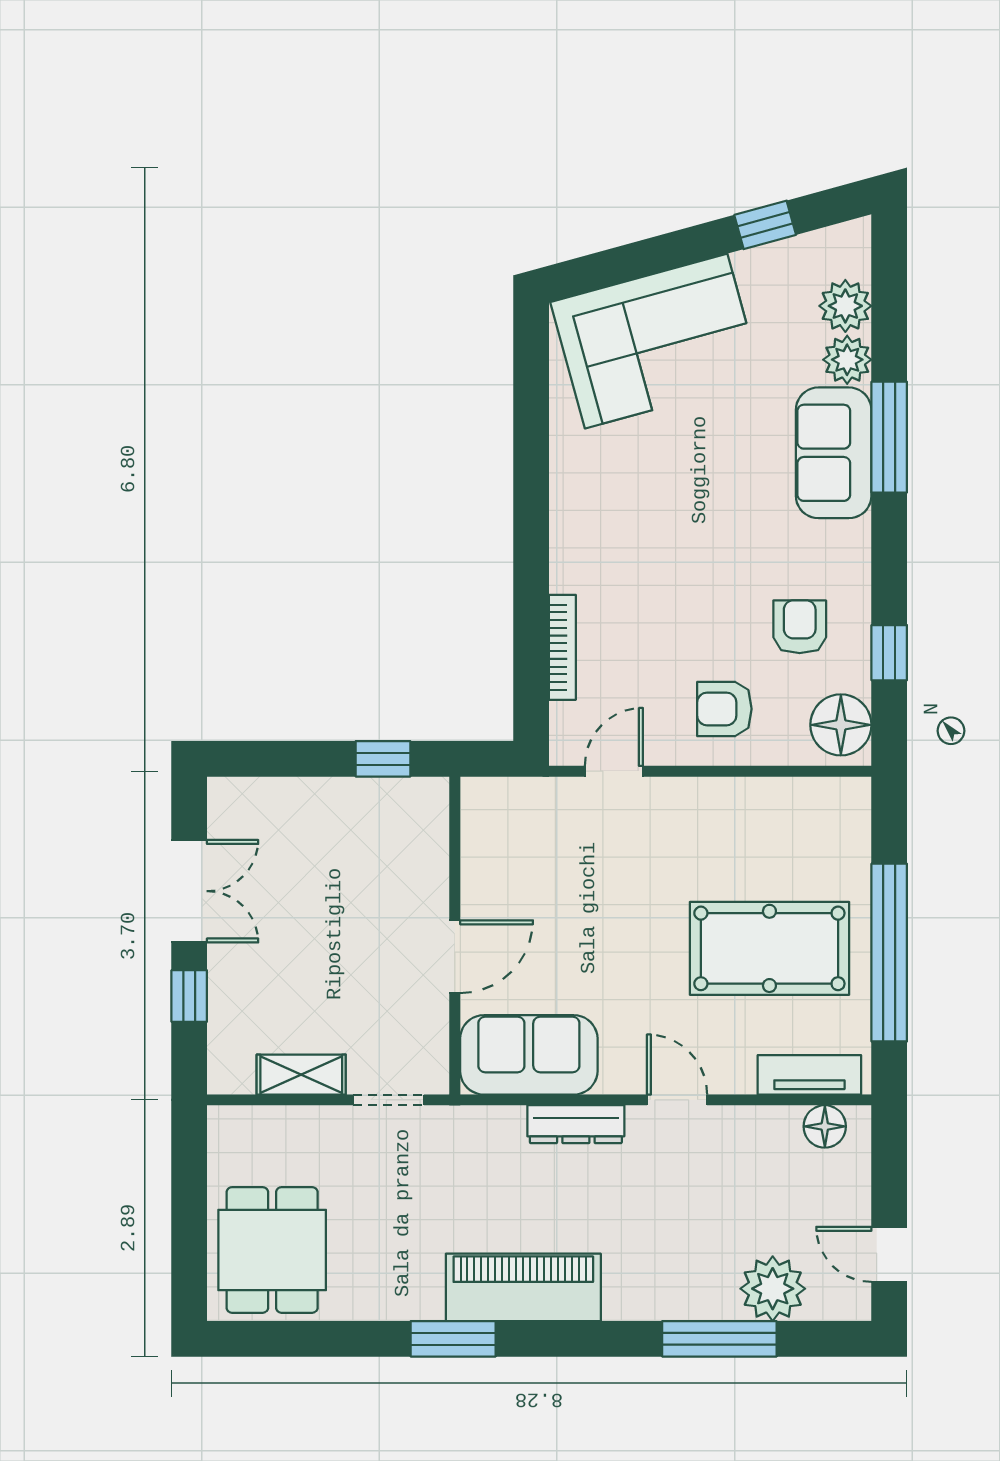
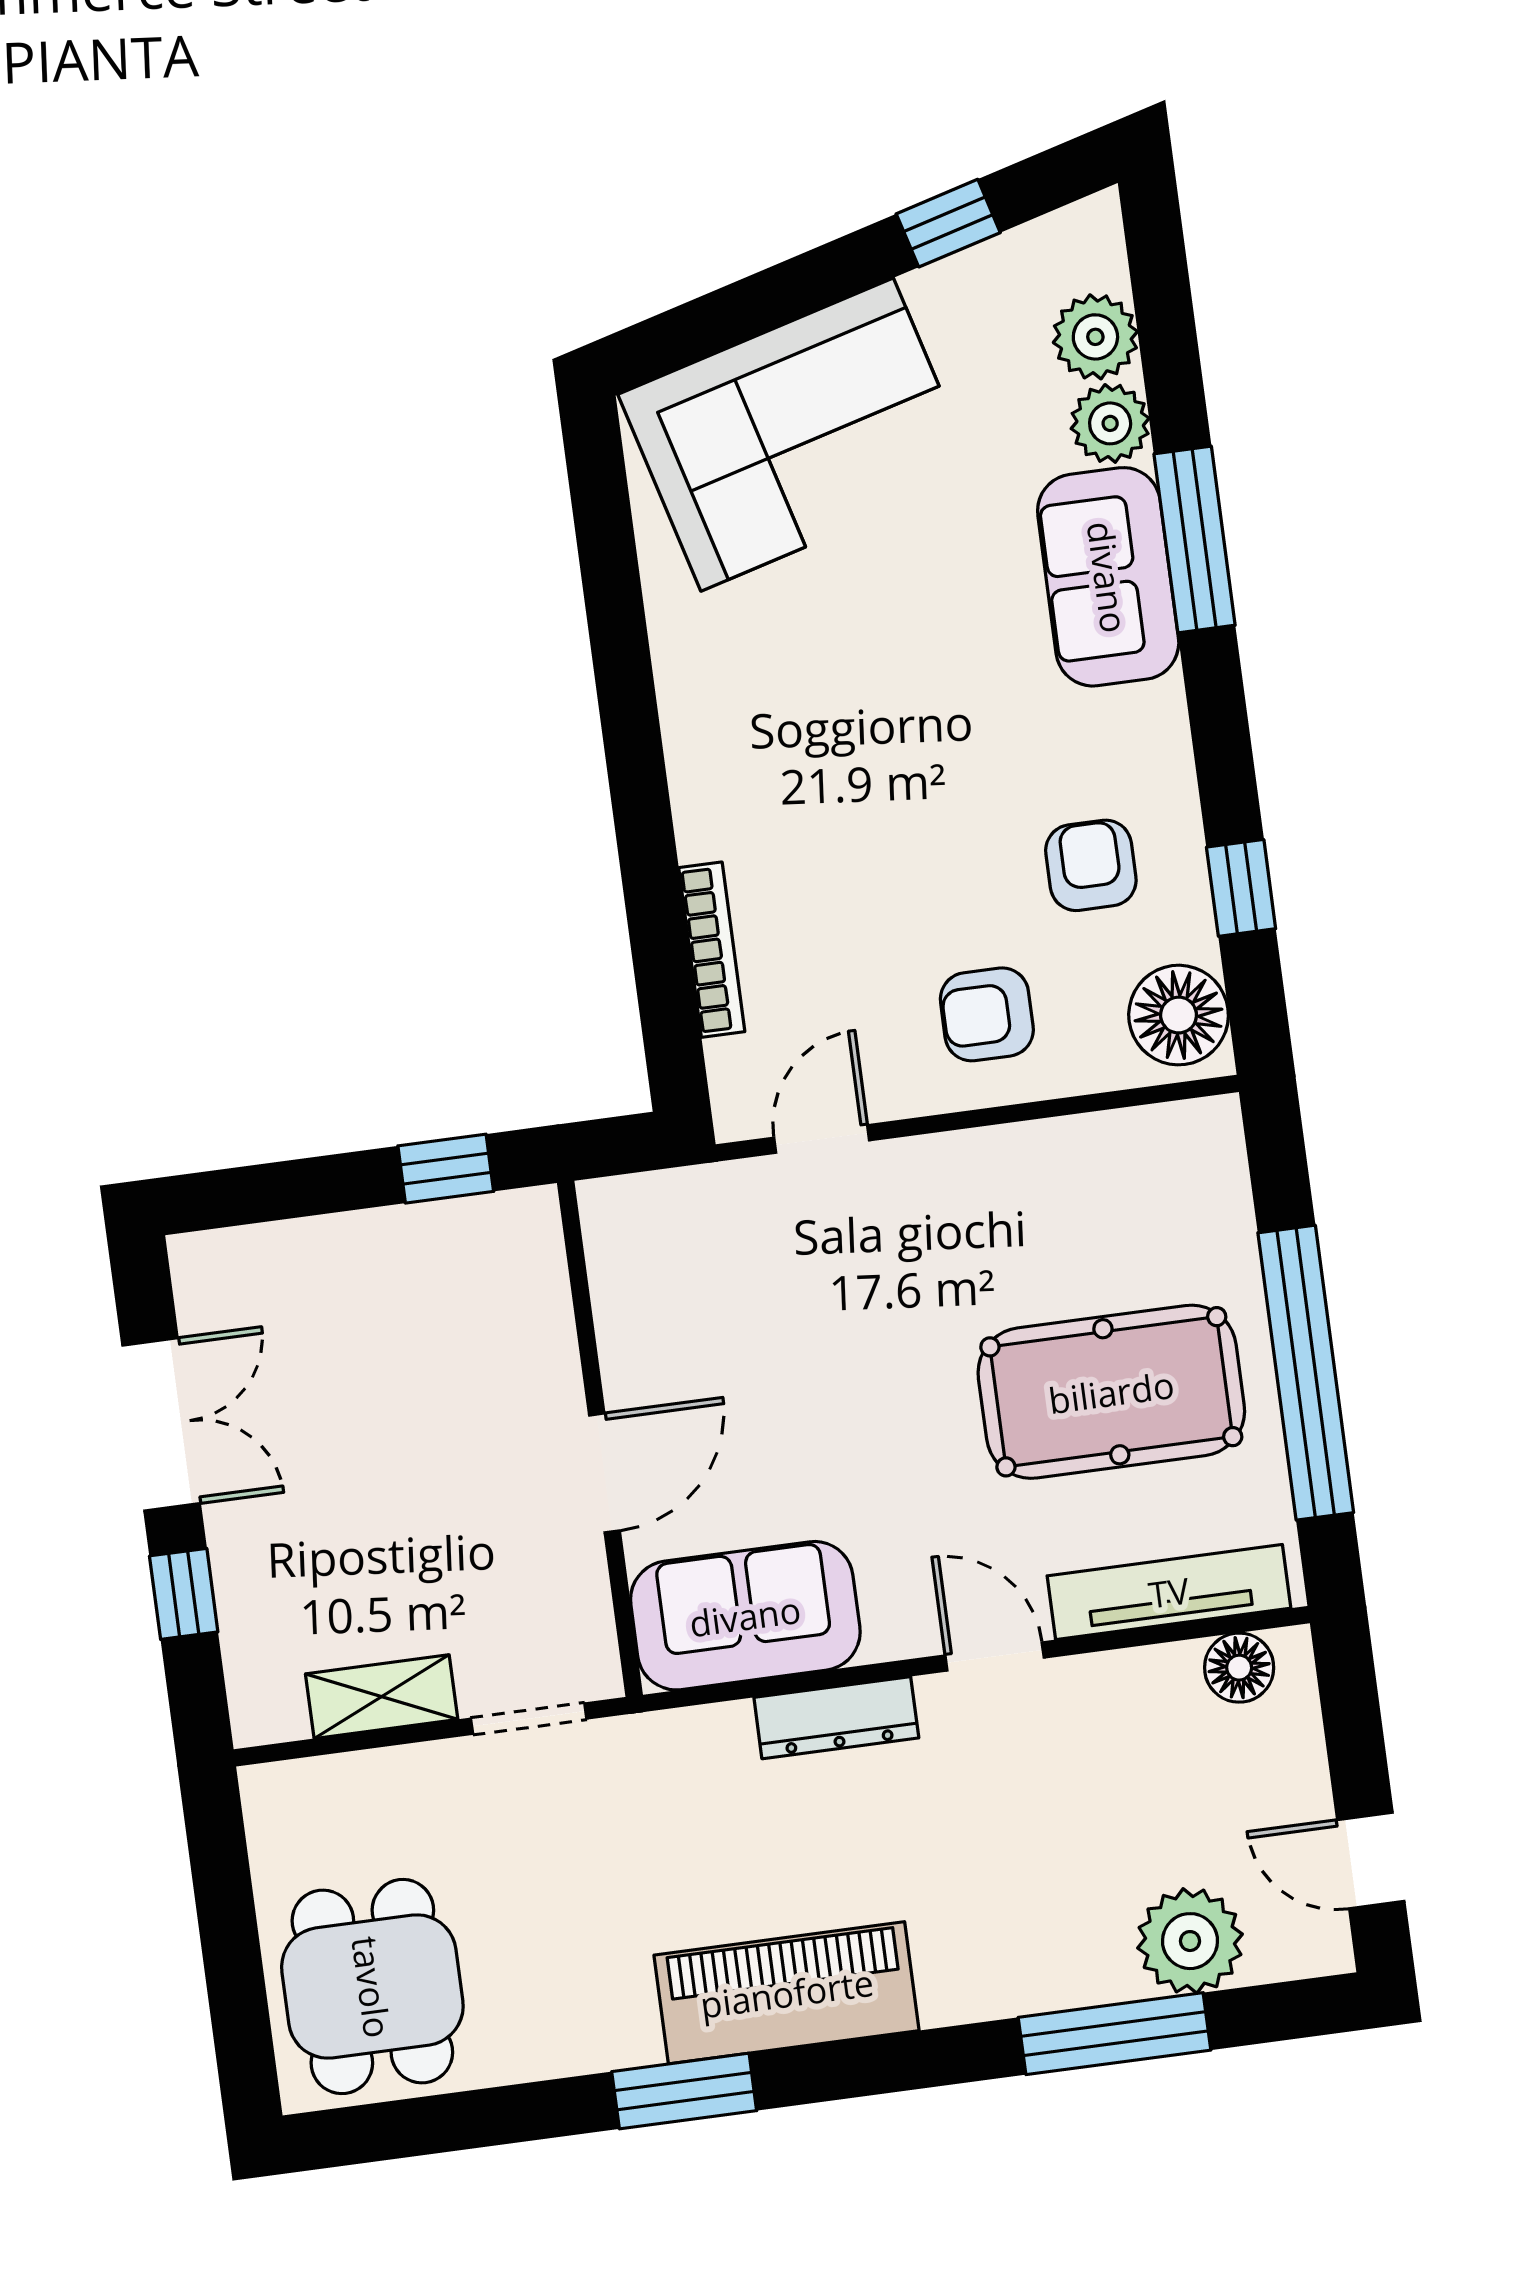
tv unit: (809, 1075) -> (1169, 1592), width x1.41

